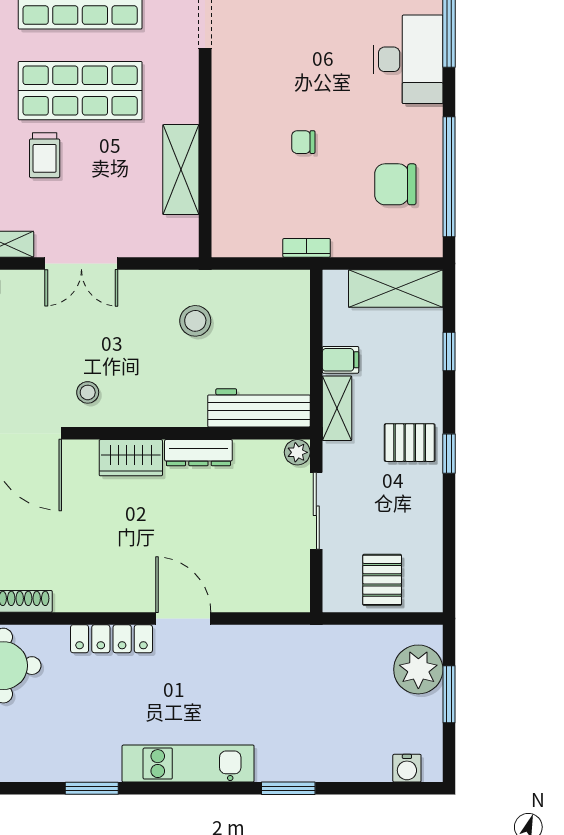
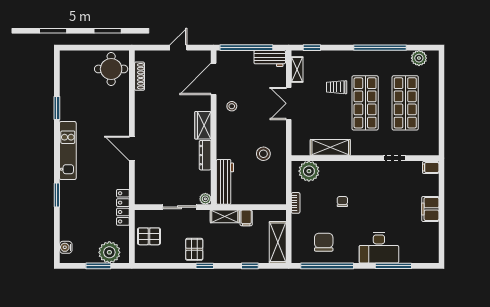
plant: (235, 218) -> (309, 171), added
pallet: (410, 443) -> (194, 249), moved
door: (183, 618) -> (132, 148), swing flipped
locker: (111, 639) -> (123, 207), moved

